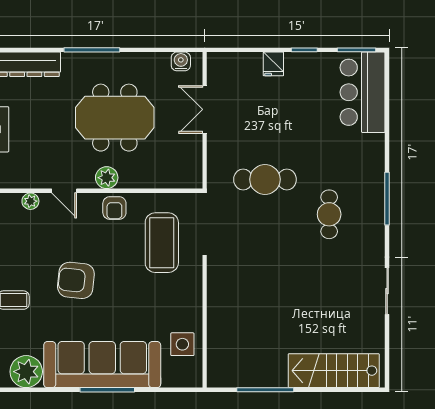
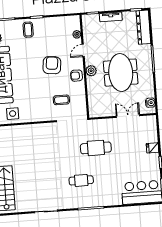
cafe table: (265, 179) -> (96, 148), turned 90
coffee table: (162, 243) -> (61, 100), width x0.54, depth x0.58
armchair: (76, 280) -> (52, 65), moved

